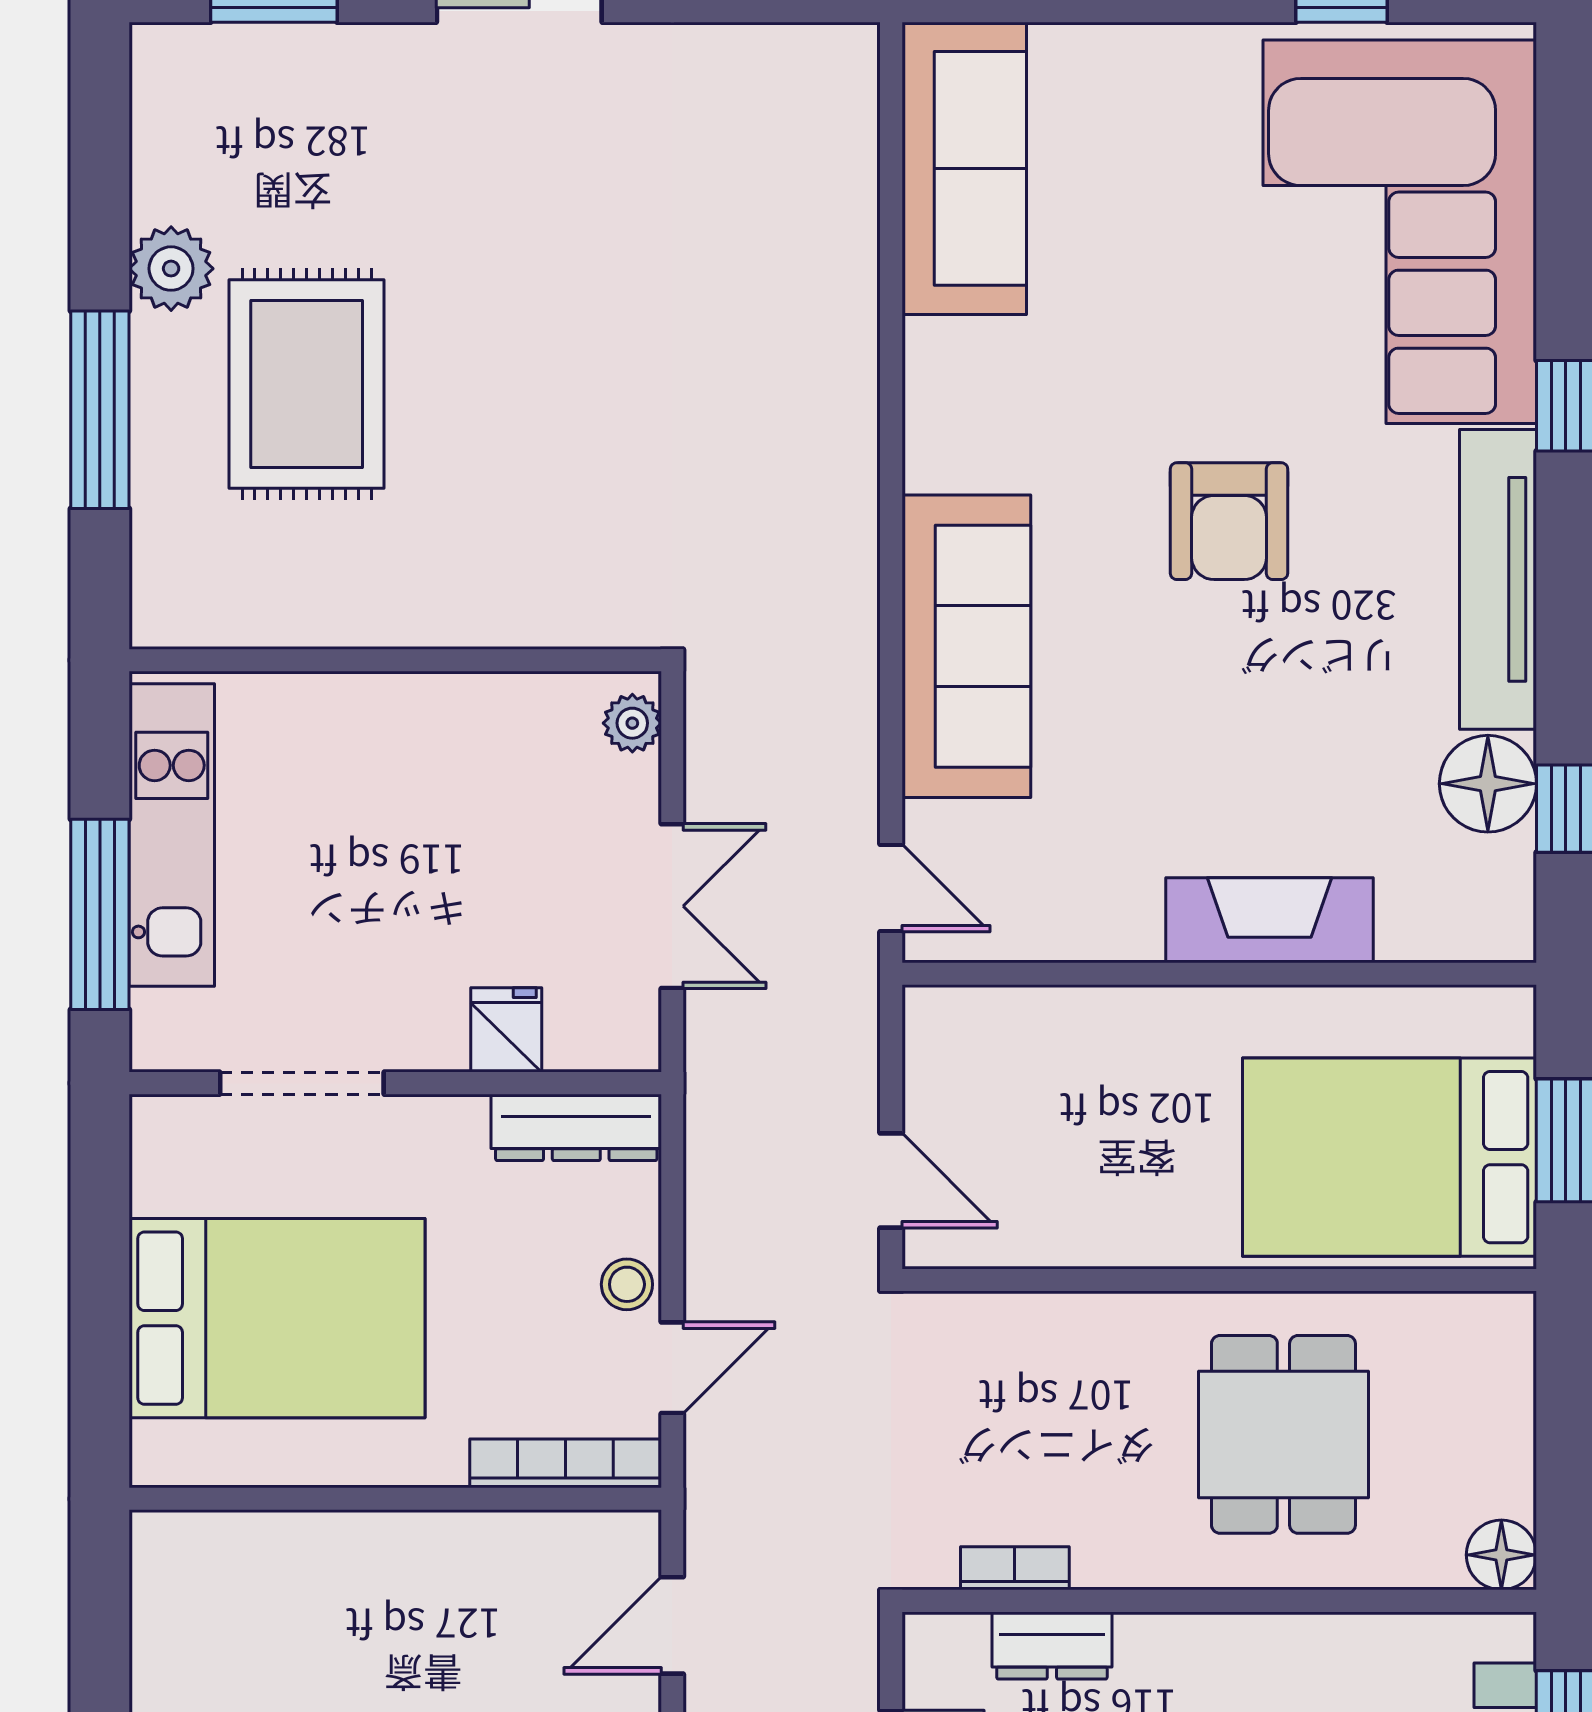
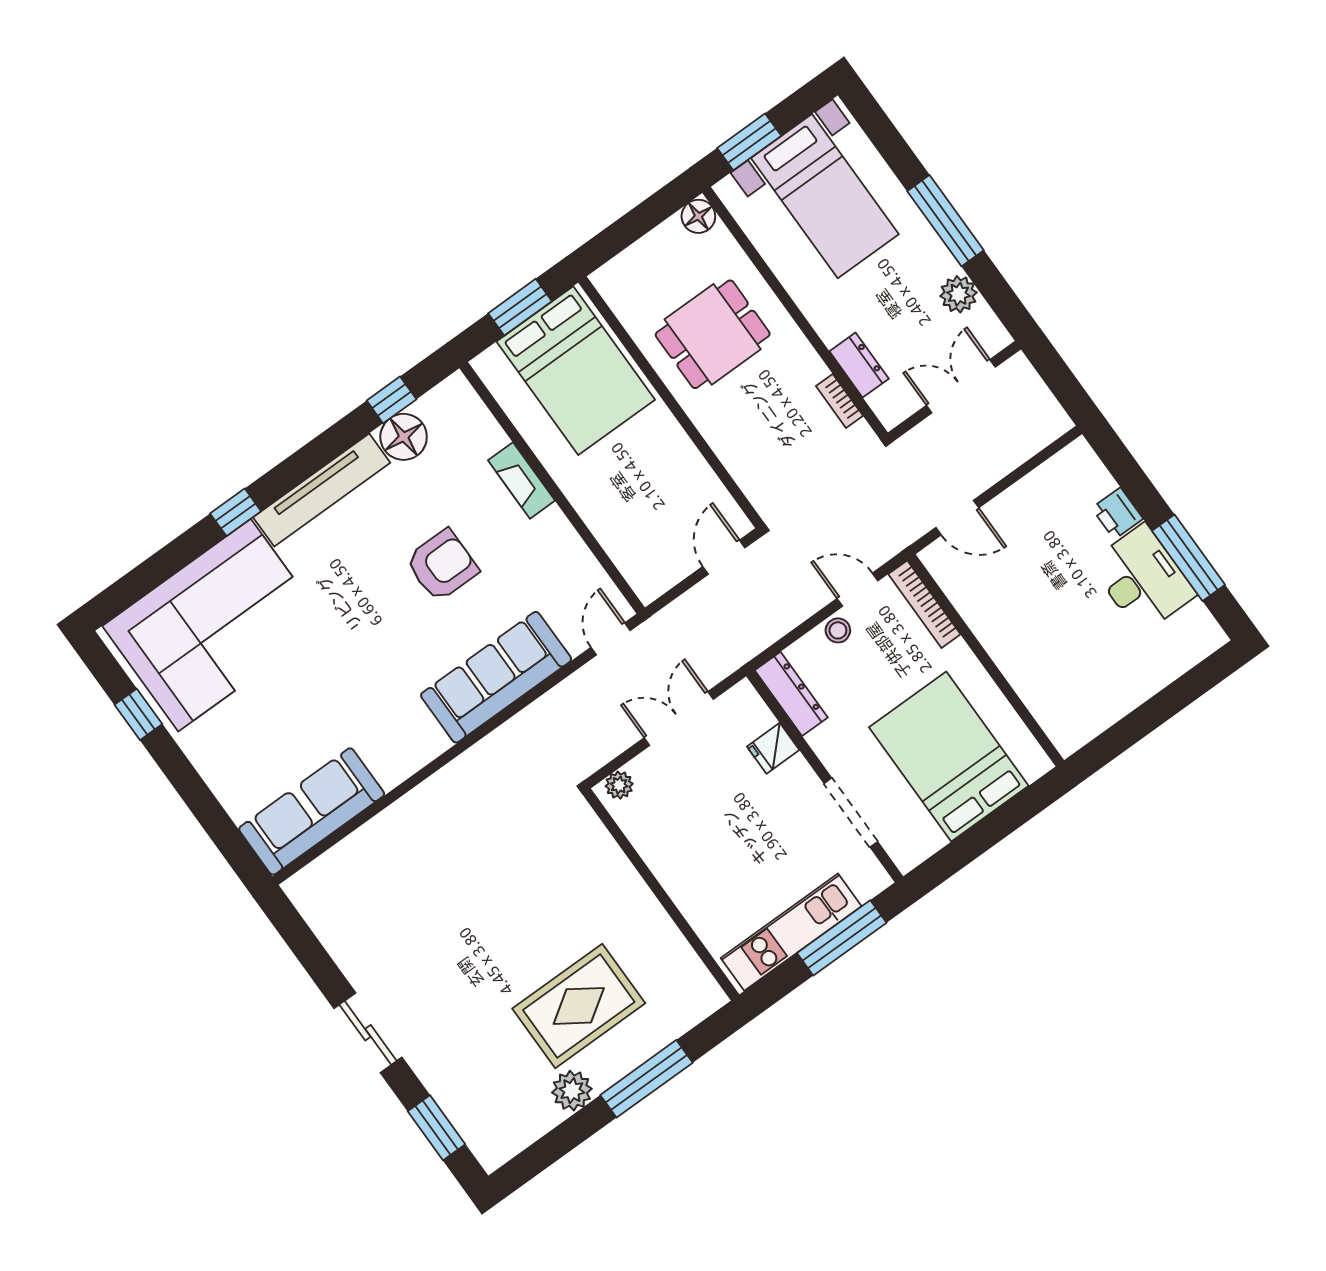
armchair: (1229, 521) -> (442, 565), moved
fireplace: (1269, 920) -> (521, 480), width x0.73, depth x0.76

